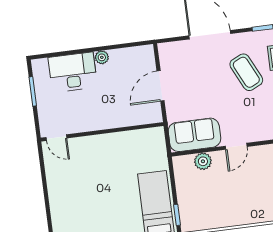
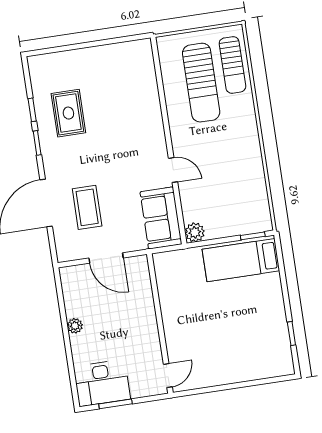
desk: (73, 72) -> (102, 383), moved, turned -90
coffee table: (246, 72) -> (87, 207), moved, turned -64
plant: (203, 161) -> (195, 232), moved

